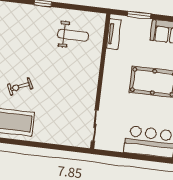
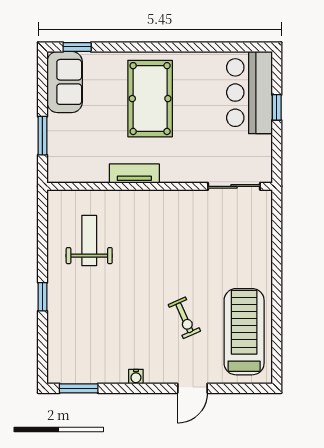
tv unit: (114, 34) -> (134, 174), moved
window: (139, 157) -> (277, 107), added

